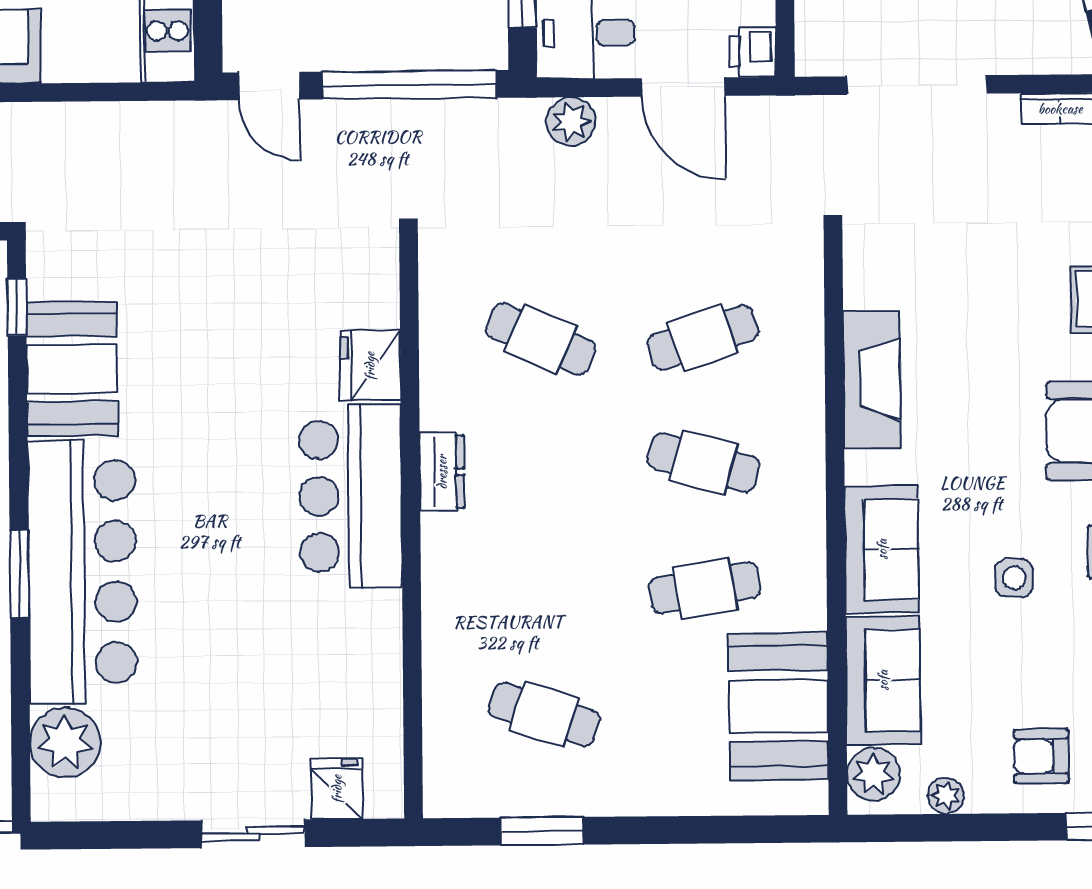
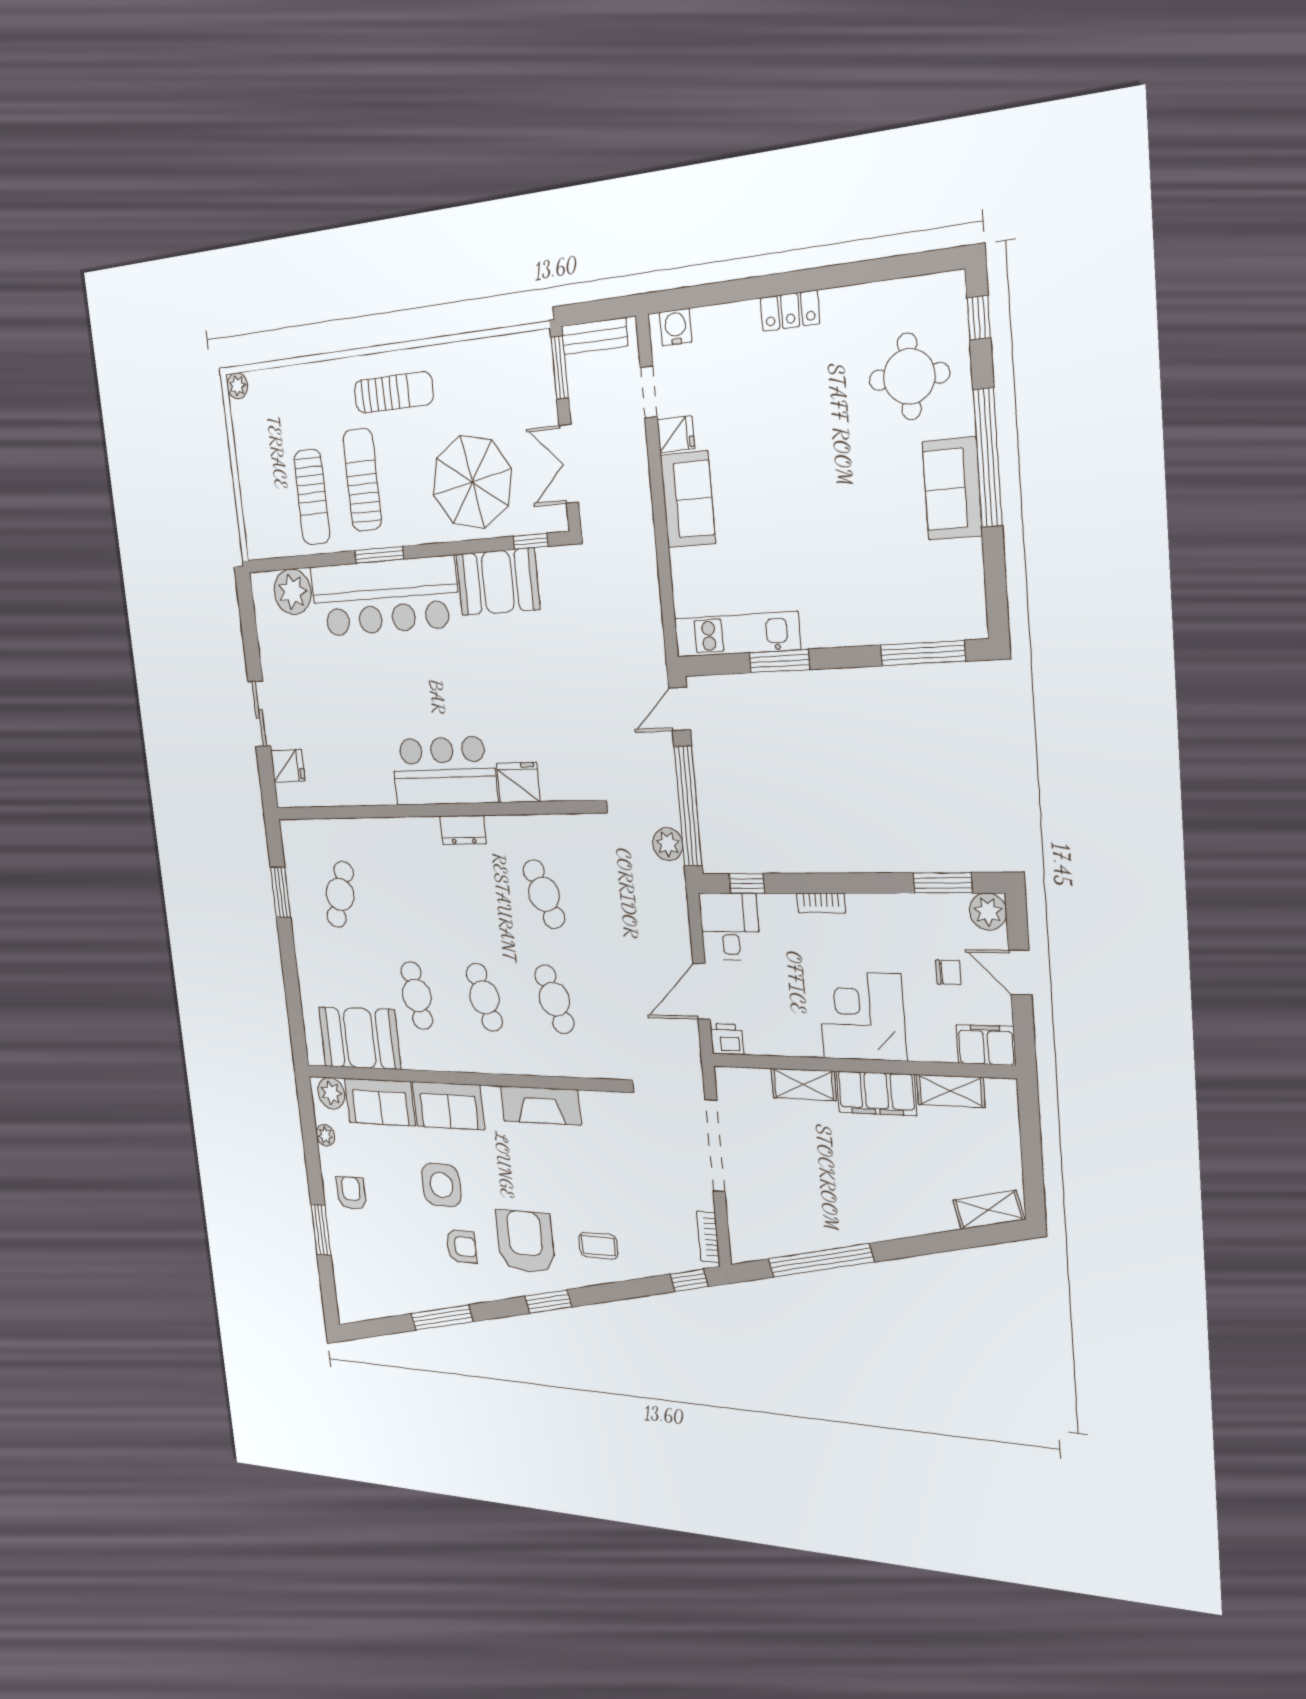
plant: (571, 122) -> (668, 844), moved
cafe table: (541, 339) -> (544, 894), turned -45
cafe table: (704, 463) -> (484, 997), turned -30
side table: (1014, 578) -> (441, 1185), width x1.87, depth x1.87

